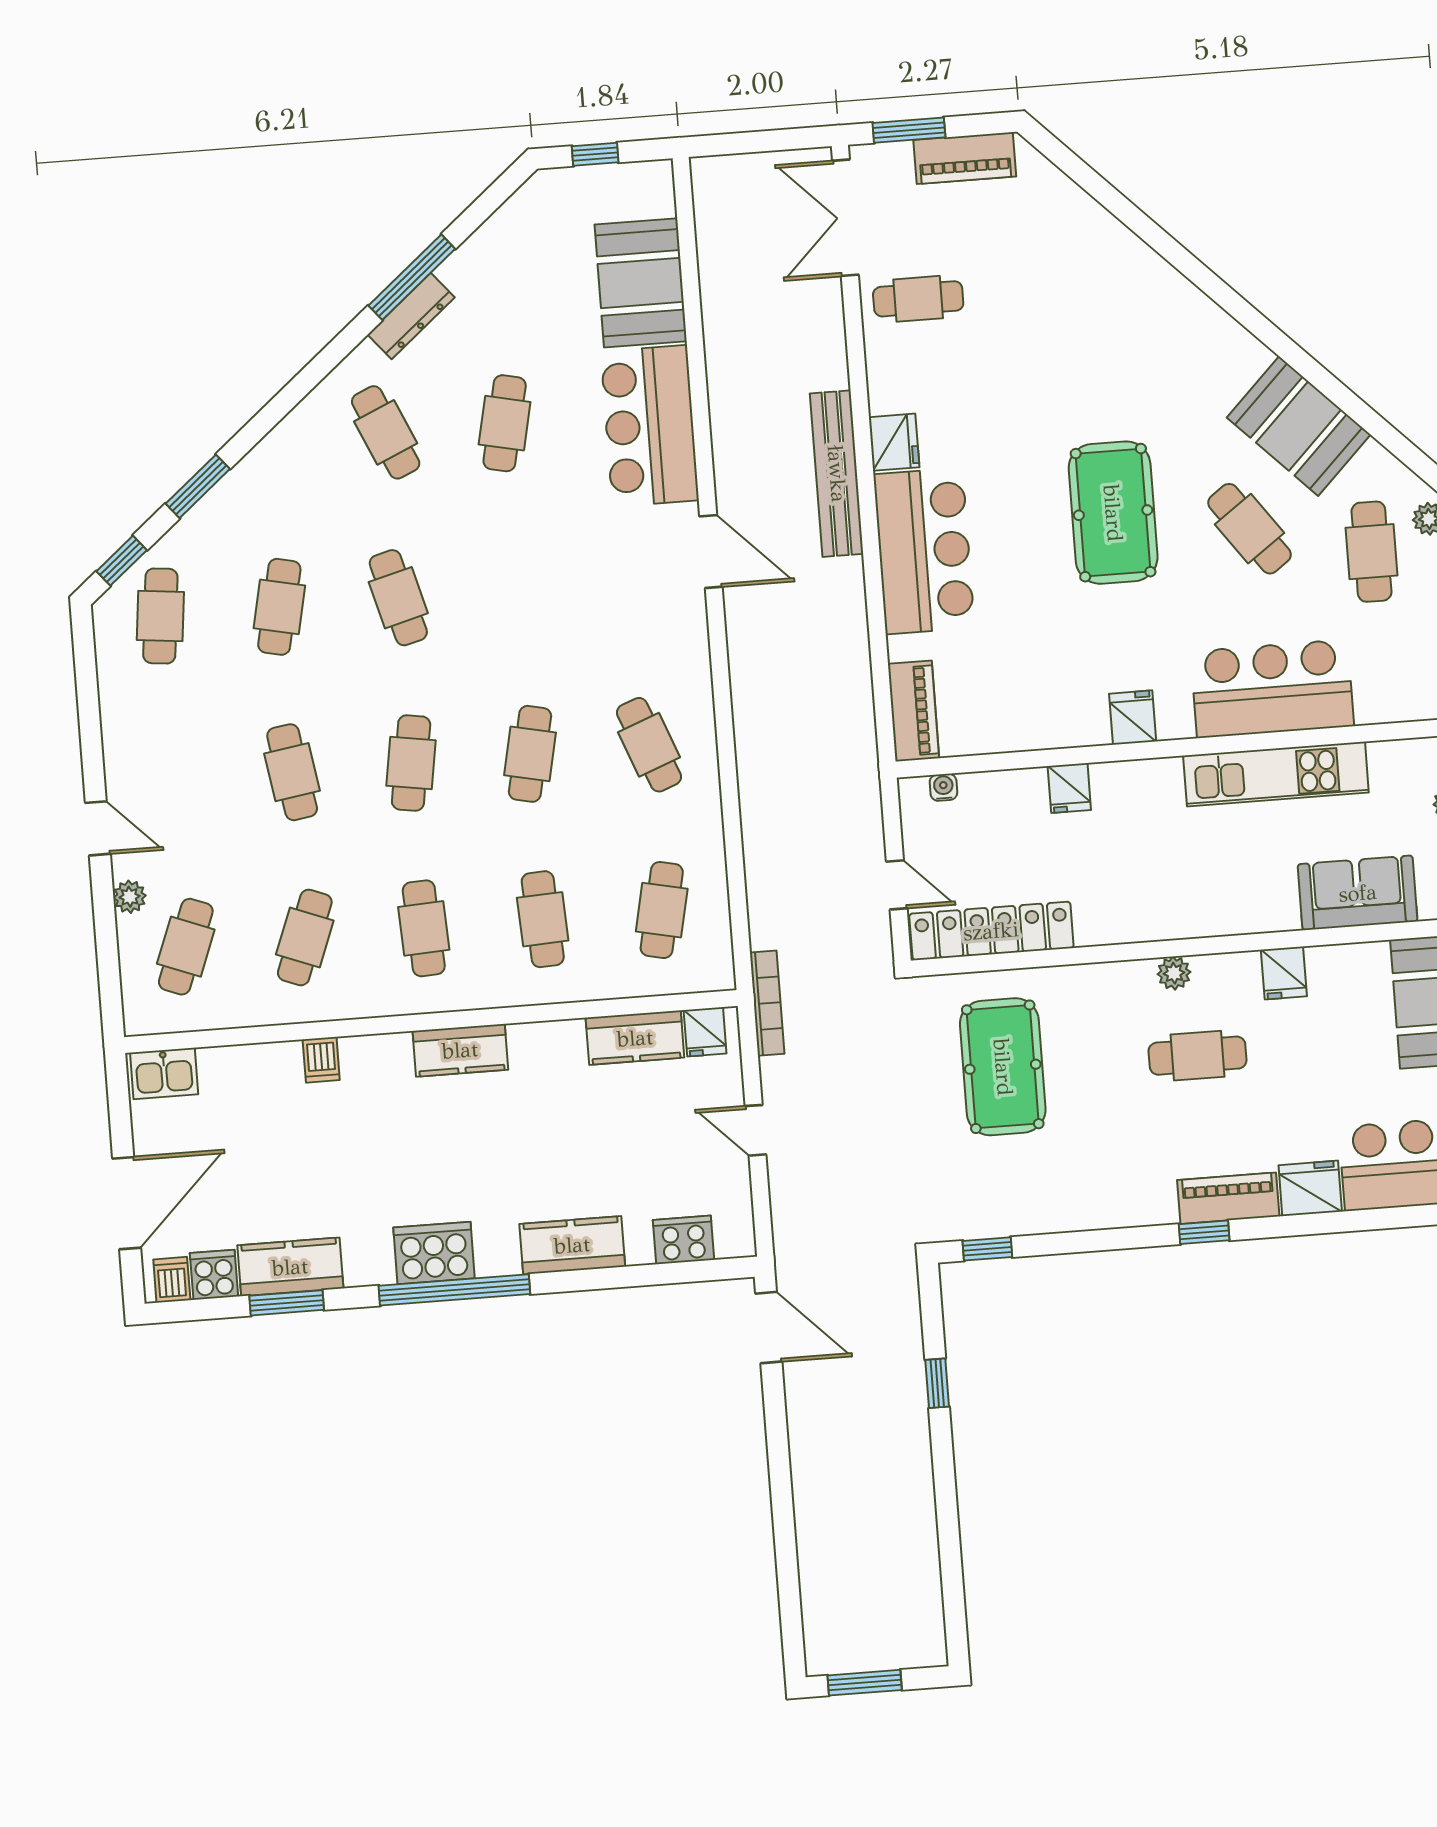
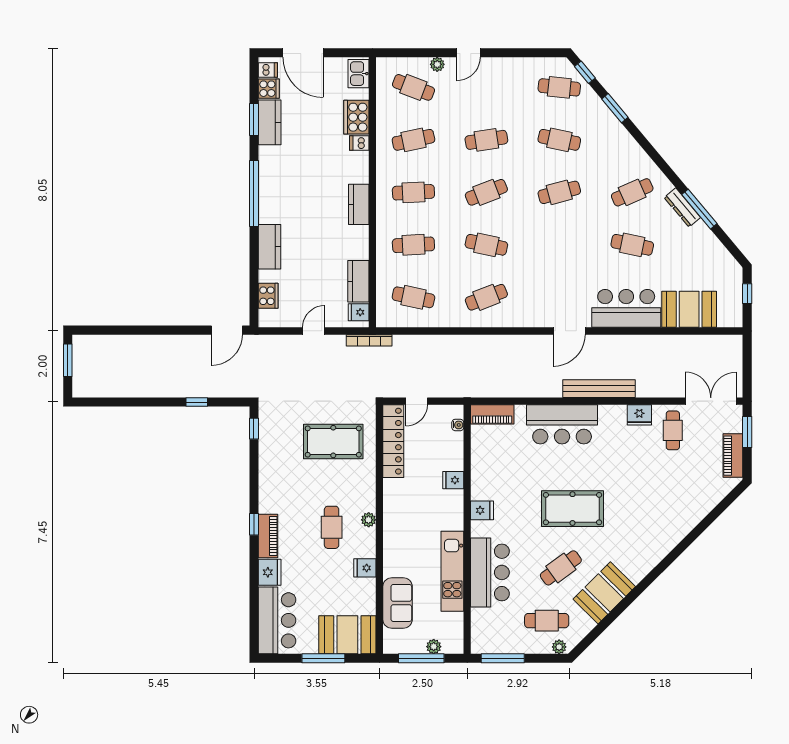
fridge: (894, 442) -> (639, 415), moved
cafe table: (411, 763) -> (486, 192), turned -30
cafe table: (305, 937) -> (413, 140), turned -33
cooker: (434, 1253) -> (356, 117), moved, turned 180

